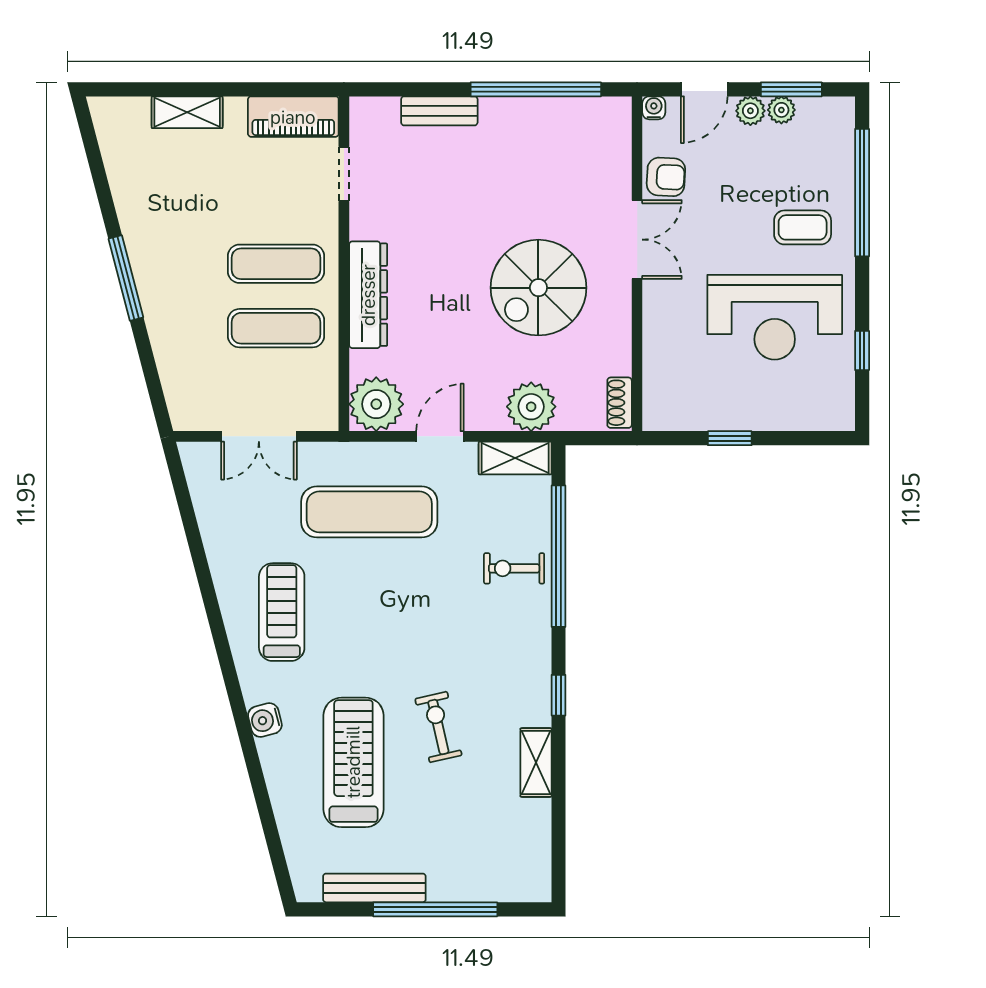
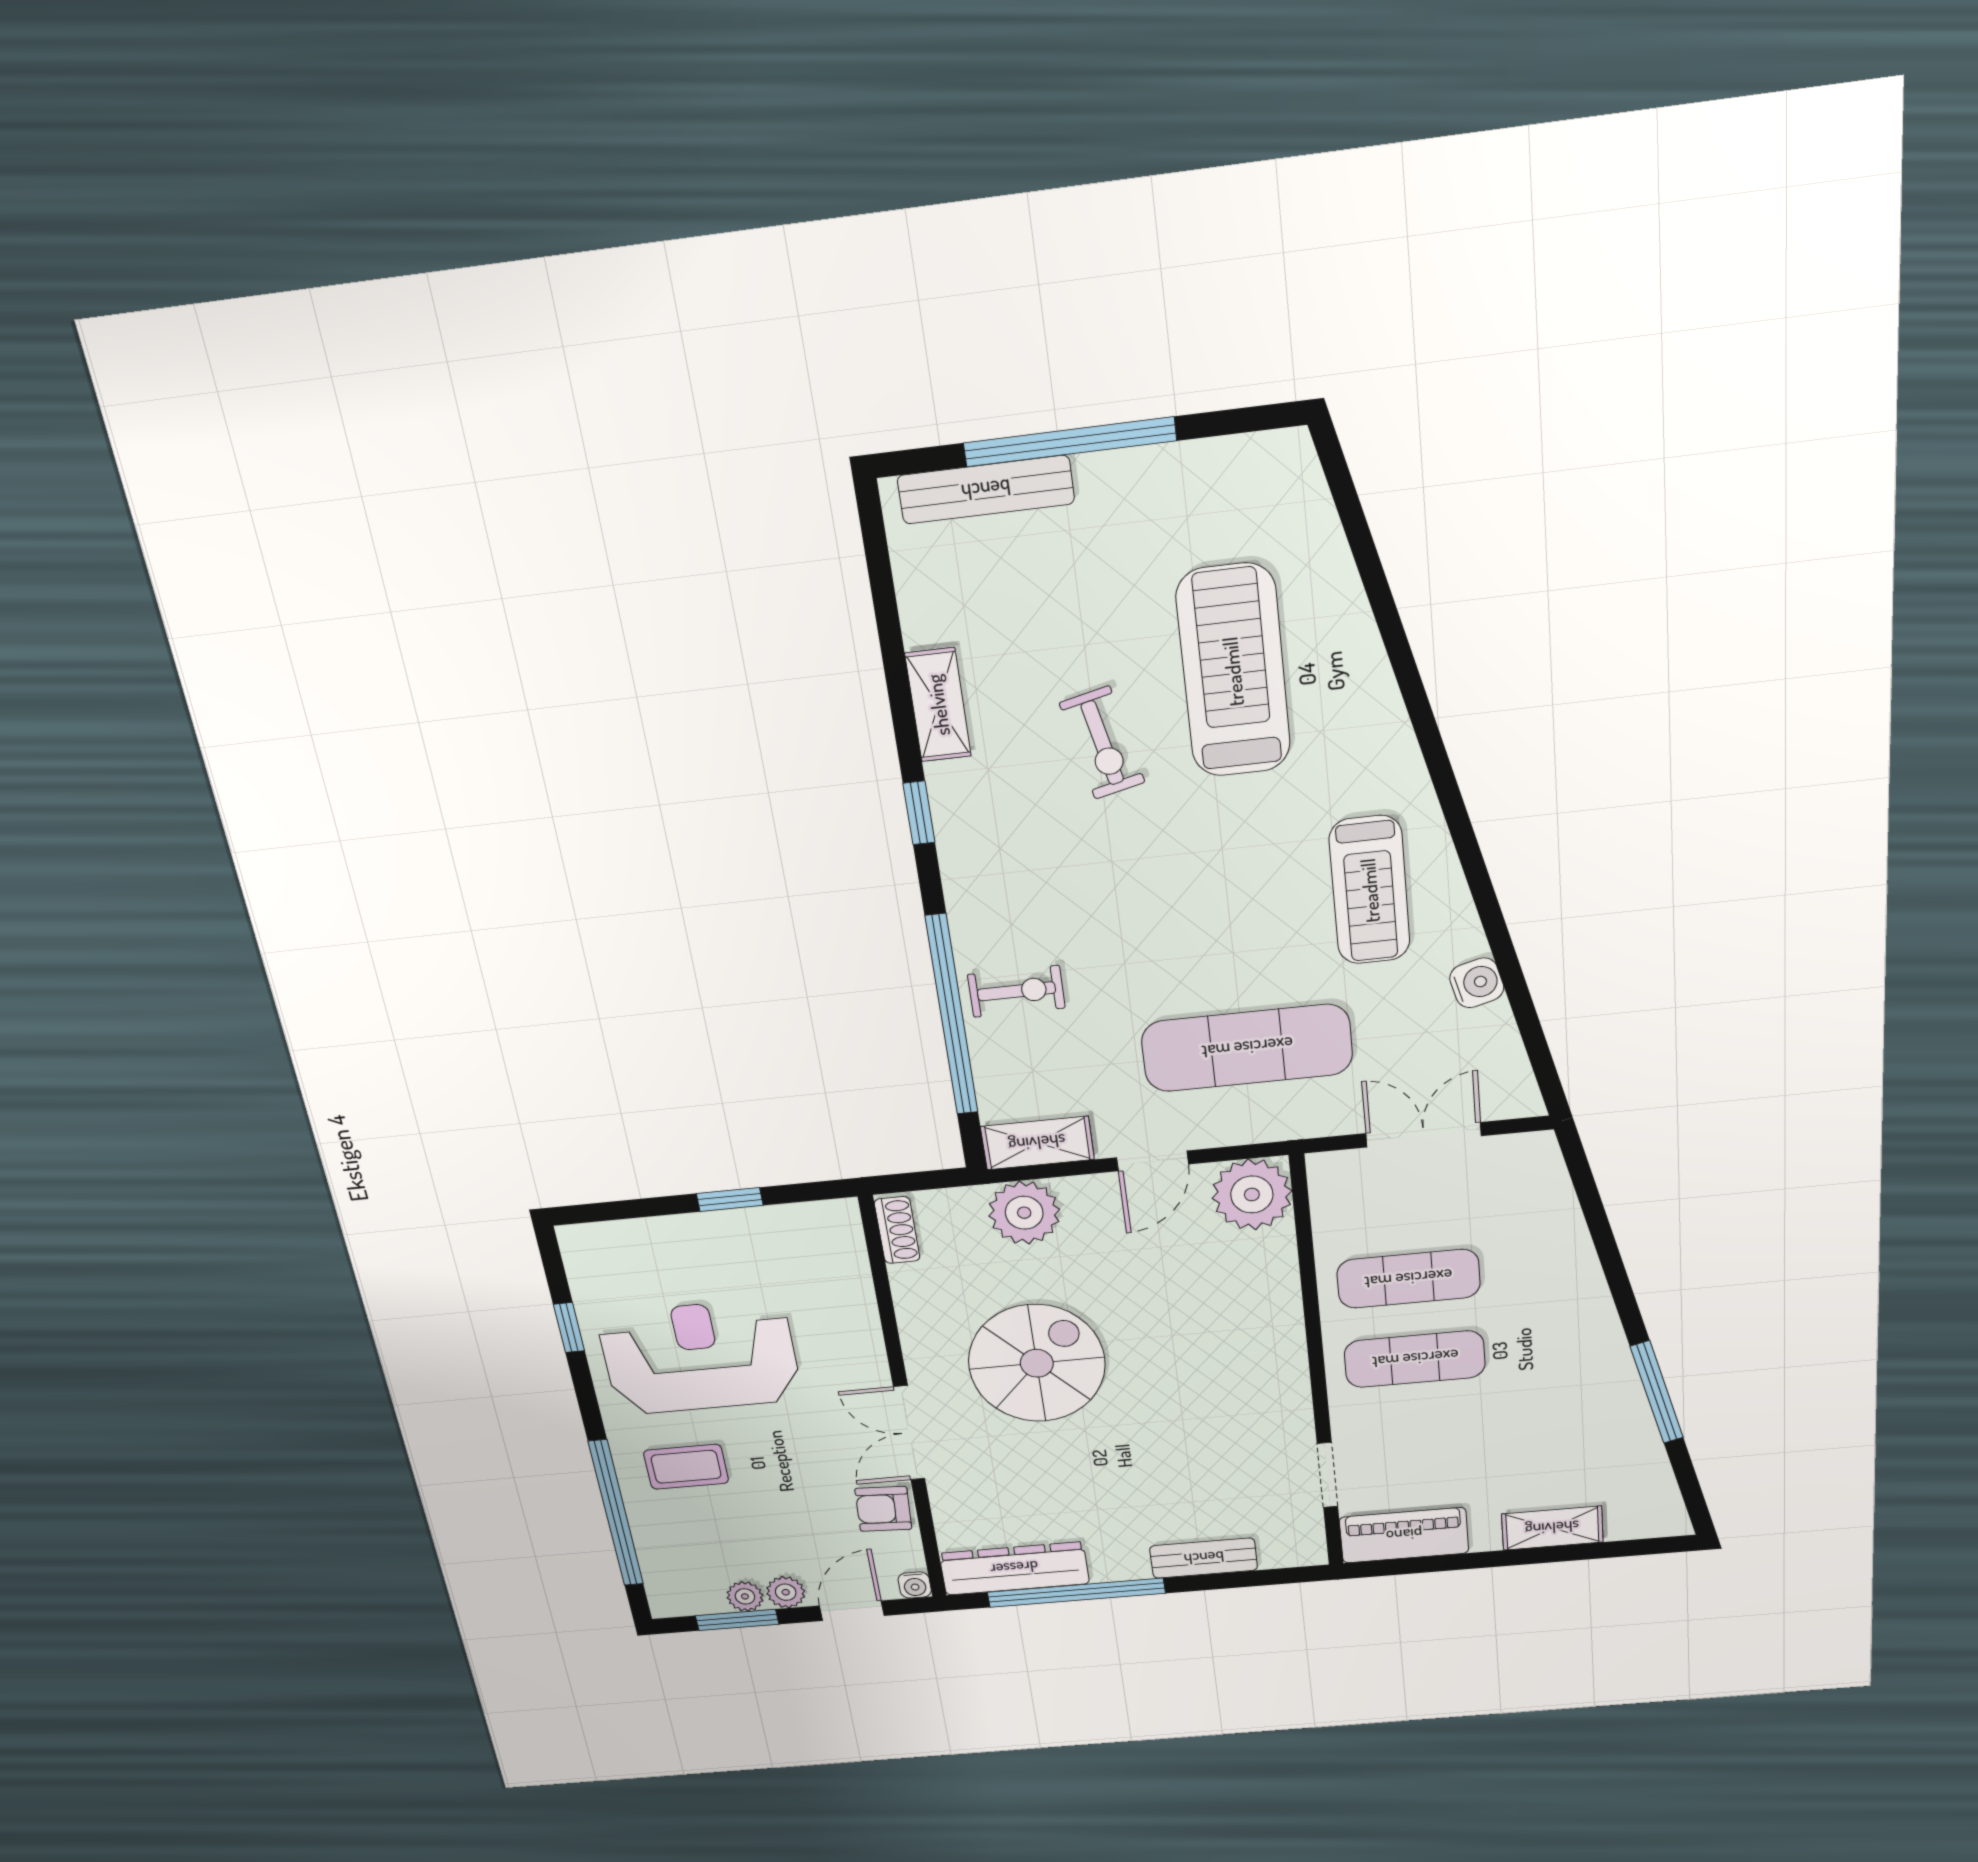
window: (126, 278) -> (1657, 1392), moved
dresser: (368, 295) -> (1014, 1568), moved, turned 90
water cooler: (265, 720) -> (1477, 983), moved
treadmill: (353, 762) -> (1233, 671), turned 180
bench: (374, 888) -> (986, 490), moved

